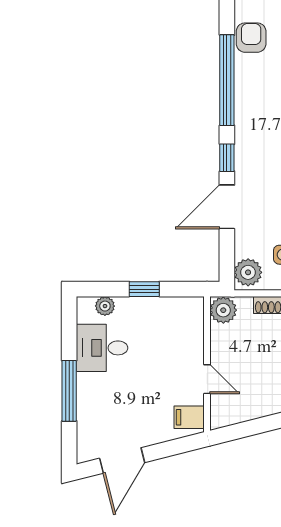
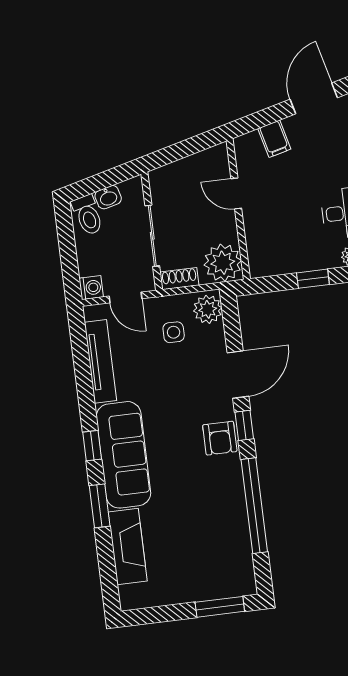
armchair: (251, 38) -> (220, 438), moved
plant: (223, 310) -> (223, 263), width x1.36, depth x1.36
filing cabinet: (189, 417) -> (274, 139), moved, turned 76

